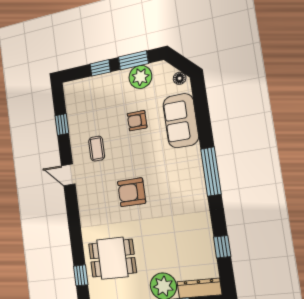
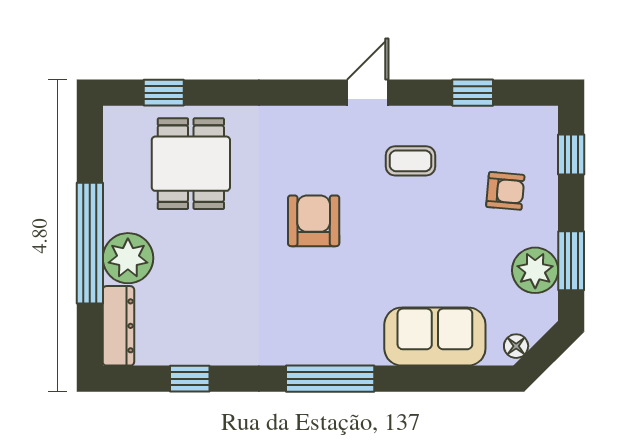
window: (100, 68) -> (571, 154), moved
armchair: (137, 121) -> (505, 191), moved, turned 95

